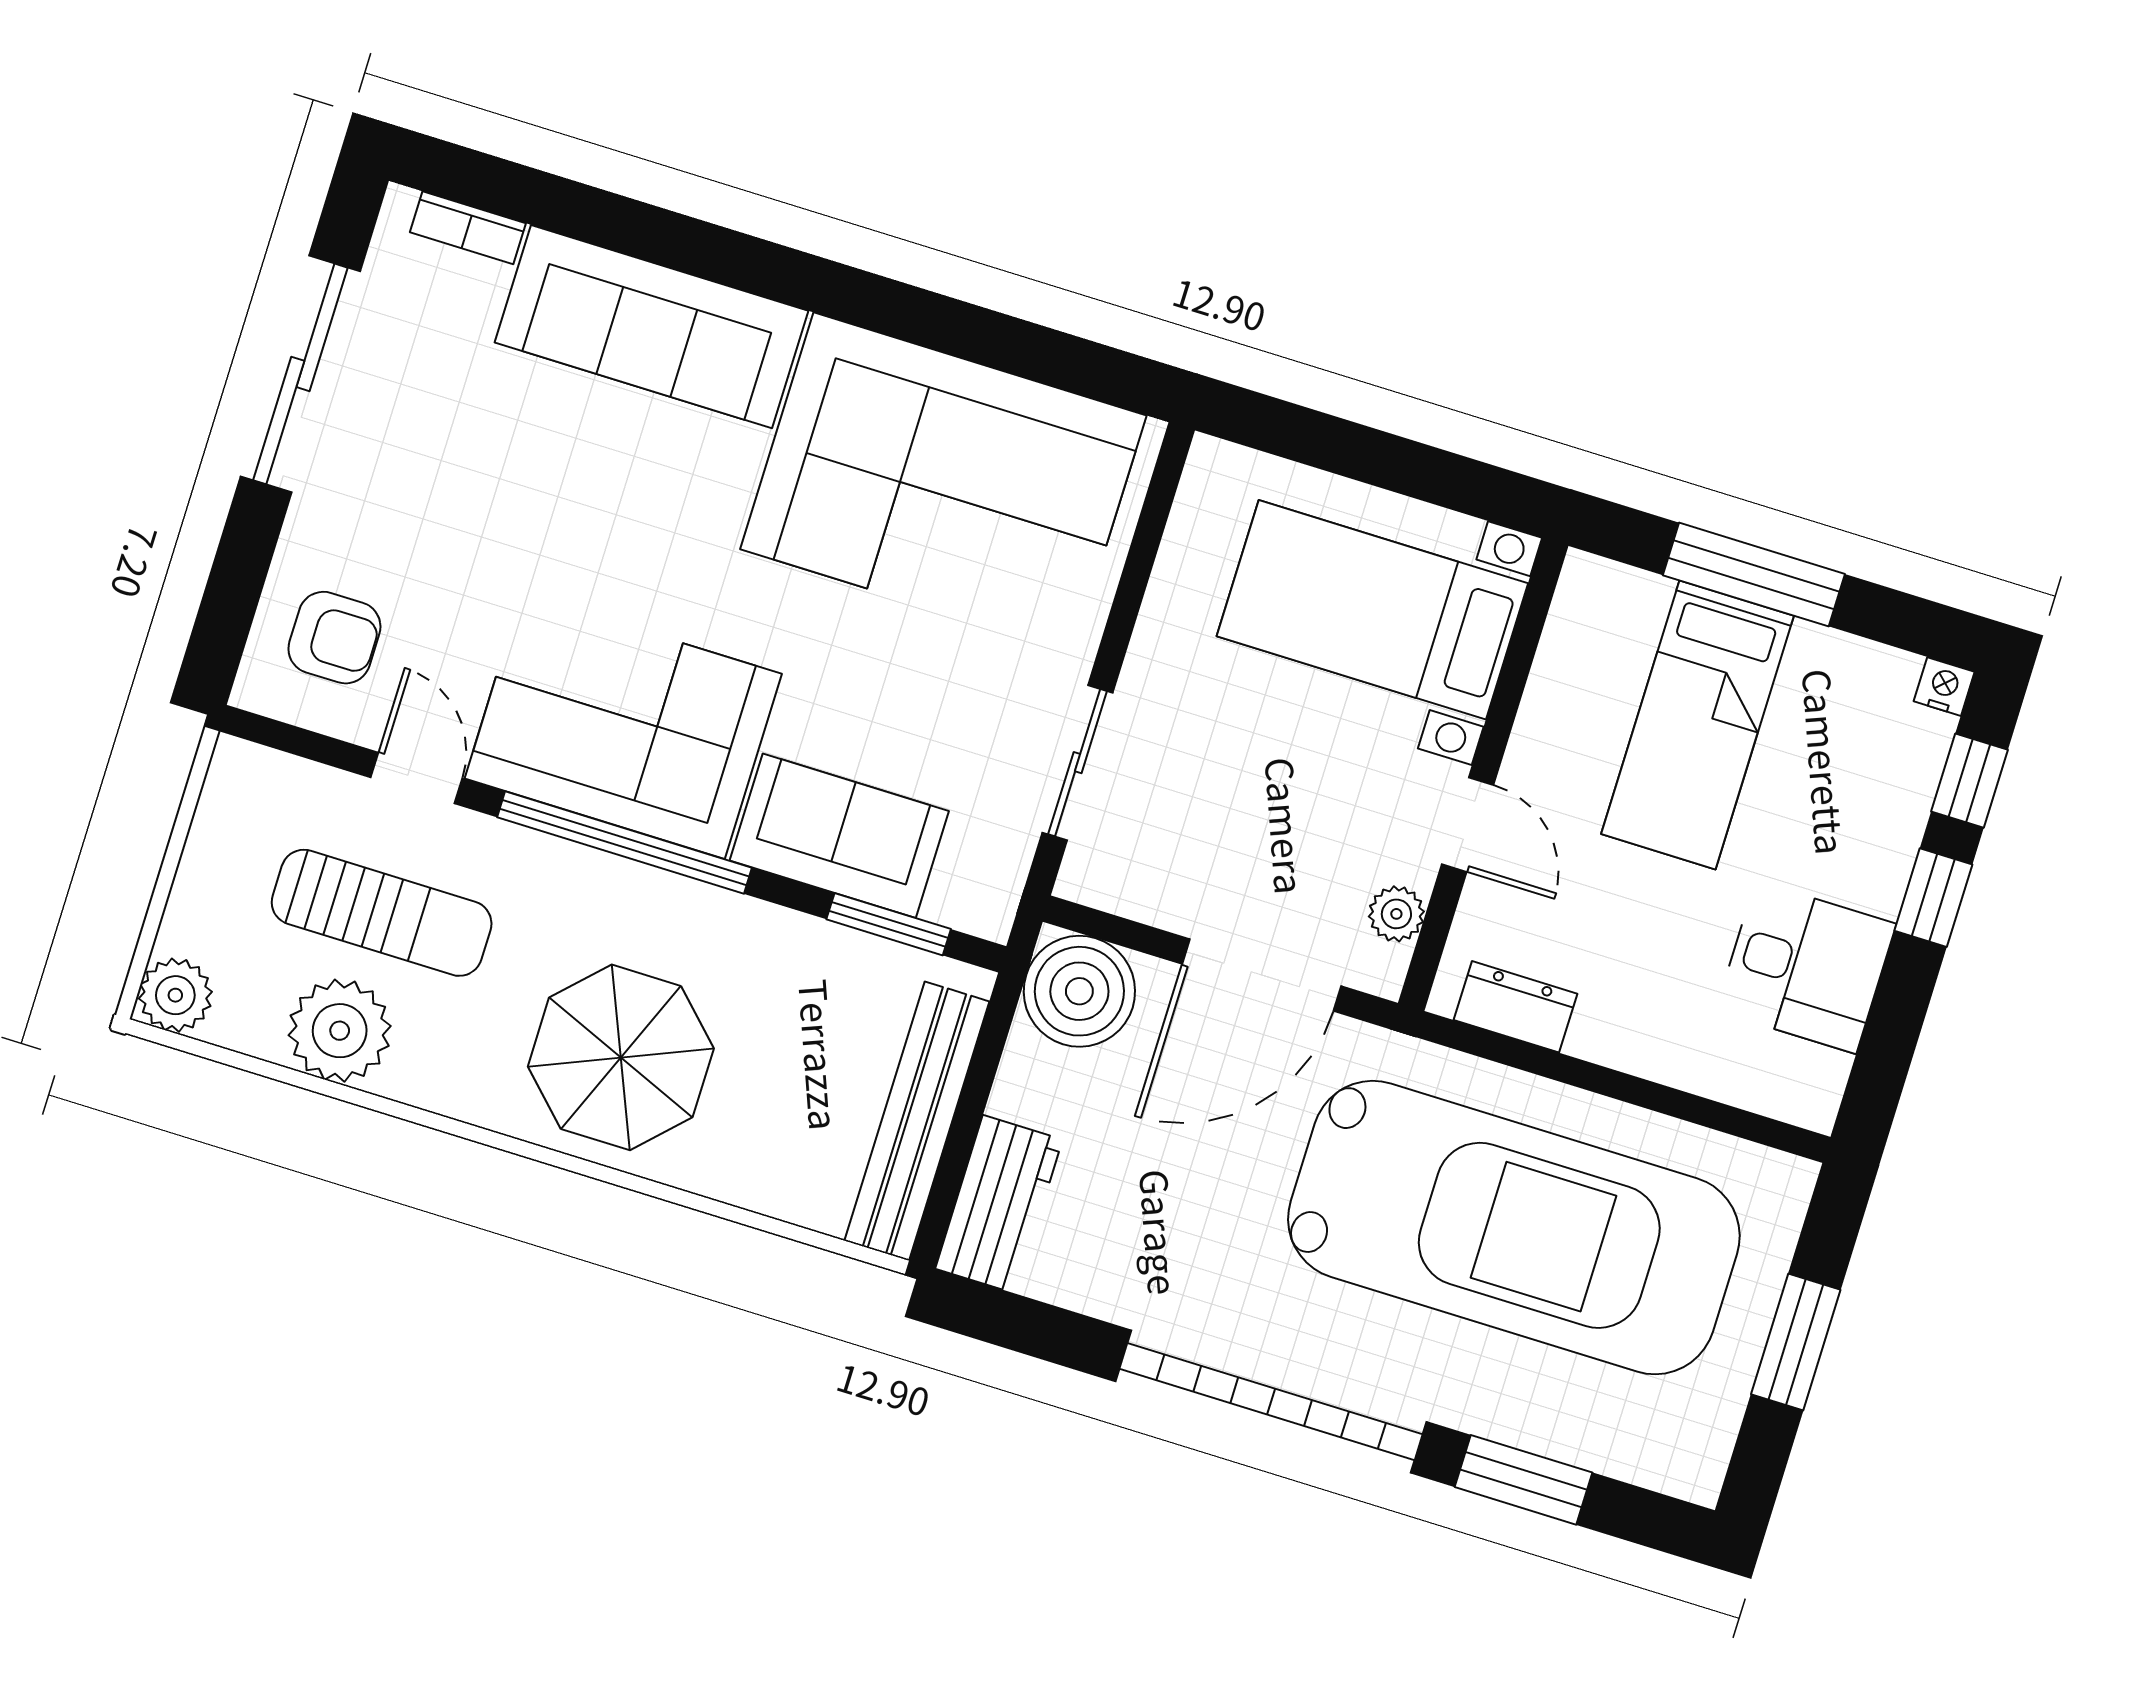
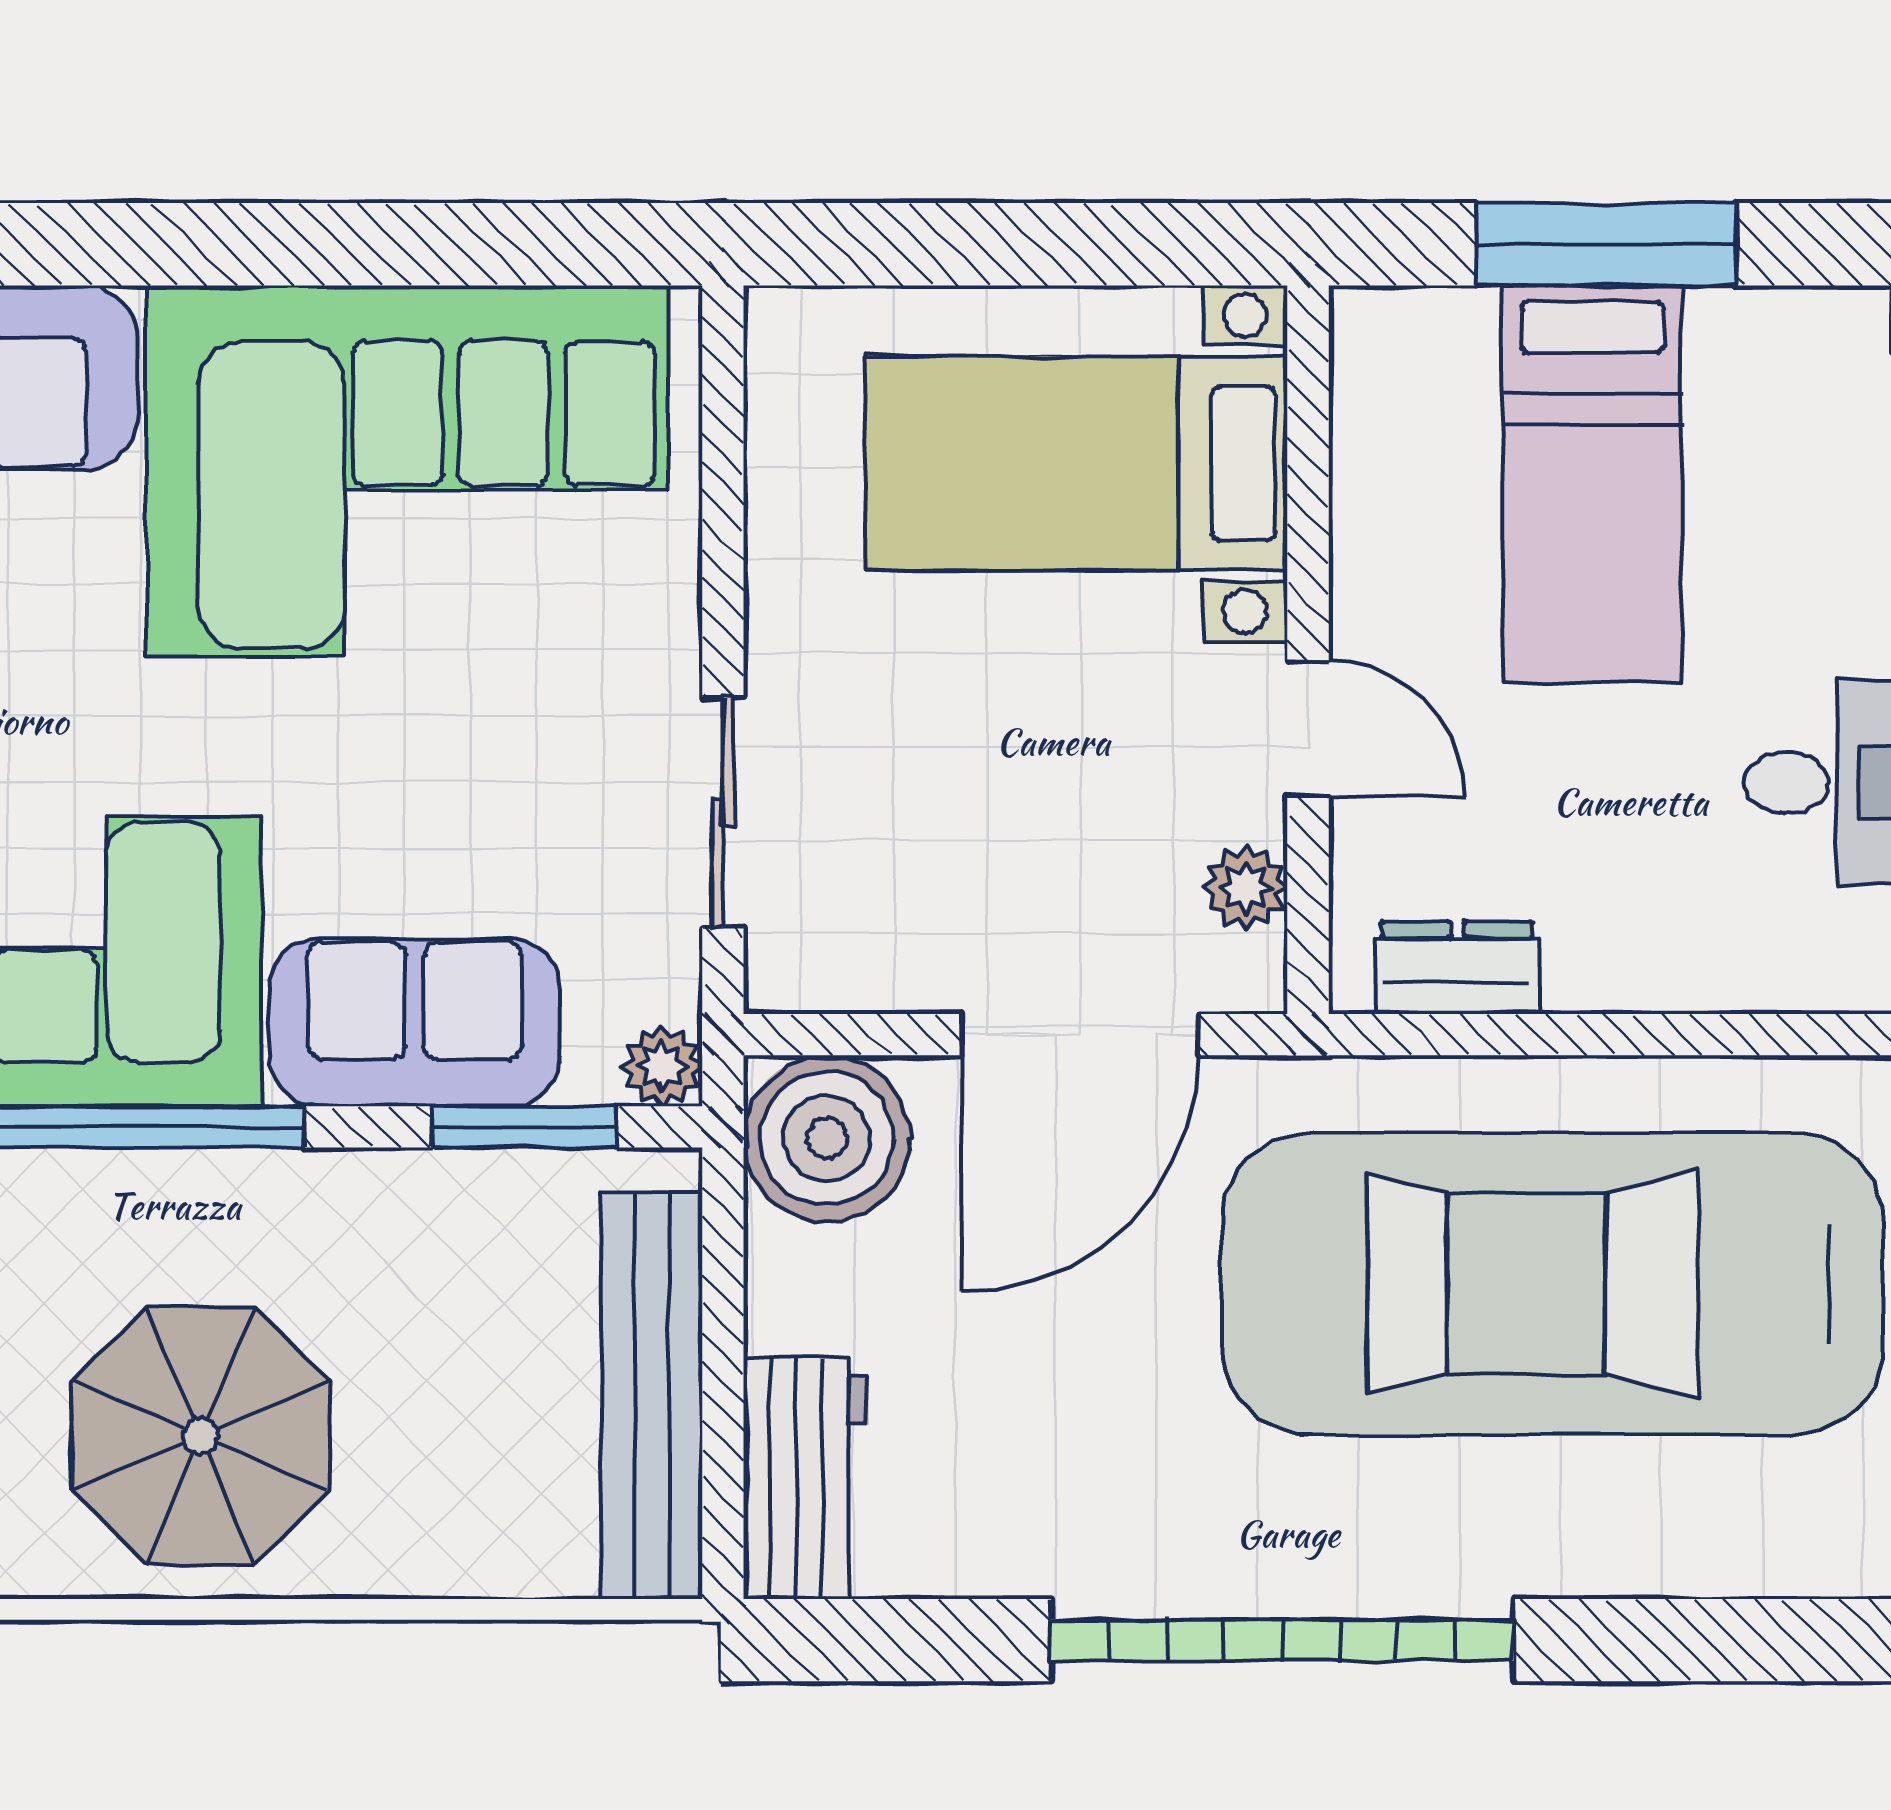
plant: (989, 913) -> (662, 1066), added
car: (1514, 1228) -> (1552, 1284), turned 180
window: (1524, 1480) -> (1678, 1640), removed

